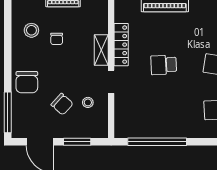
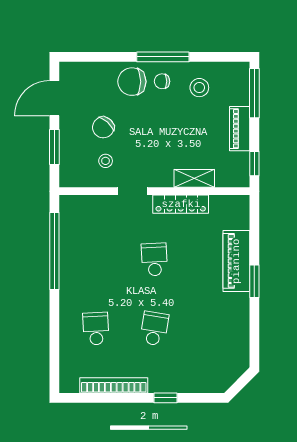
chair: (57, 39) -> (162, 81), moved
shelving: (101, 50) -> (194, 178), moved
window: (8, 112) -> (163, 57), moved

